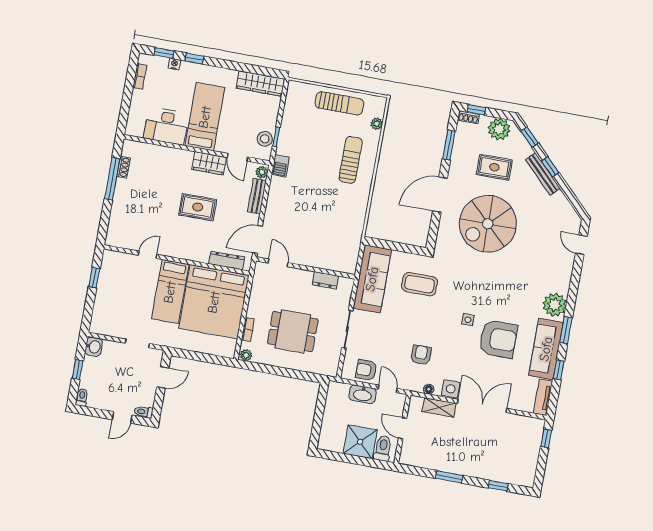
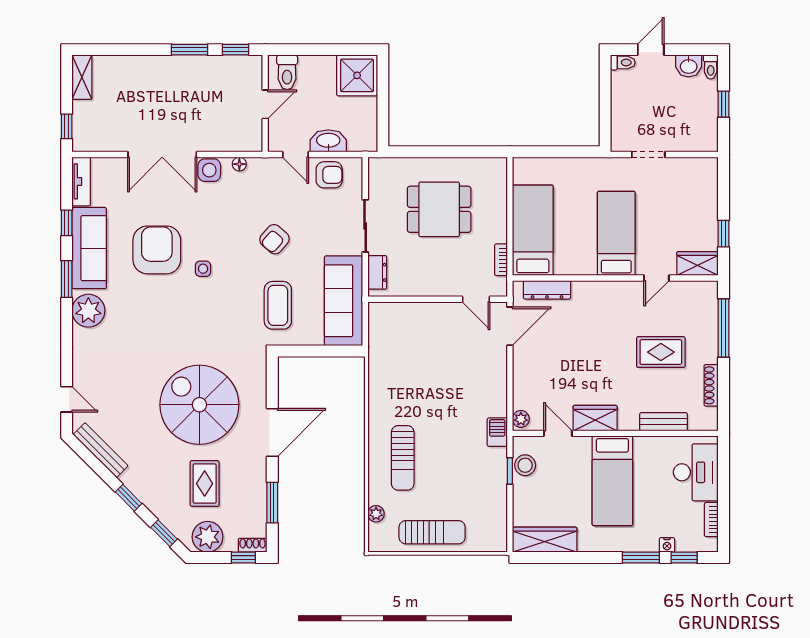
window: (194, 59) -> (641, 557), width x1.50
sun lounger: (339, 103) -> (432, 532), turned 180
desk: (166, 126) -> (696, 472), moved, turned 90
shoe rack: (123, 167) -> (711, 385), width x1.43
rug: (494, 167) -> (205, 484), turned 90
bench: (543, 174) -> (101, 450), moved
window: (112, 179) -> (723, 328), moved
bench: (257, 196) -> (664, 422), moved, turned 90
rug: (198, 207) -> (661, 352), moved
spiral stairs: (488, 224) -> (199, 405), turned -90
wardrobe: (116, 260) -> (698, 264), added
dresser: (325, 280) -> (377, 272), moved, turned 90
coffee table: (420, 284) -> (278, 305), turned 90
bed: (214, 302) -> (533, 230), width x0.49
bookcase: (248, 329) -> (501, 260), moved
armchair: (498, 339) -> (157, 250), turned 90
washbasin: (94, 347) -> (689, 66), moved, turned -90
plant: (246, 355) -> (497, 165), removed
armchair: (421, 355) -> (274, 239), moved, turned 41
door: (163, 377) -> (605, 114), removed
shelving: (439, 407) -> (82, 77), moved, turned 90
door: (403, 428) -> (265, 104), hinge flipped
shower: (360, 442) -> (357, 75), moved
window: (498, 486) -> (236, 50), moved

